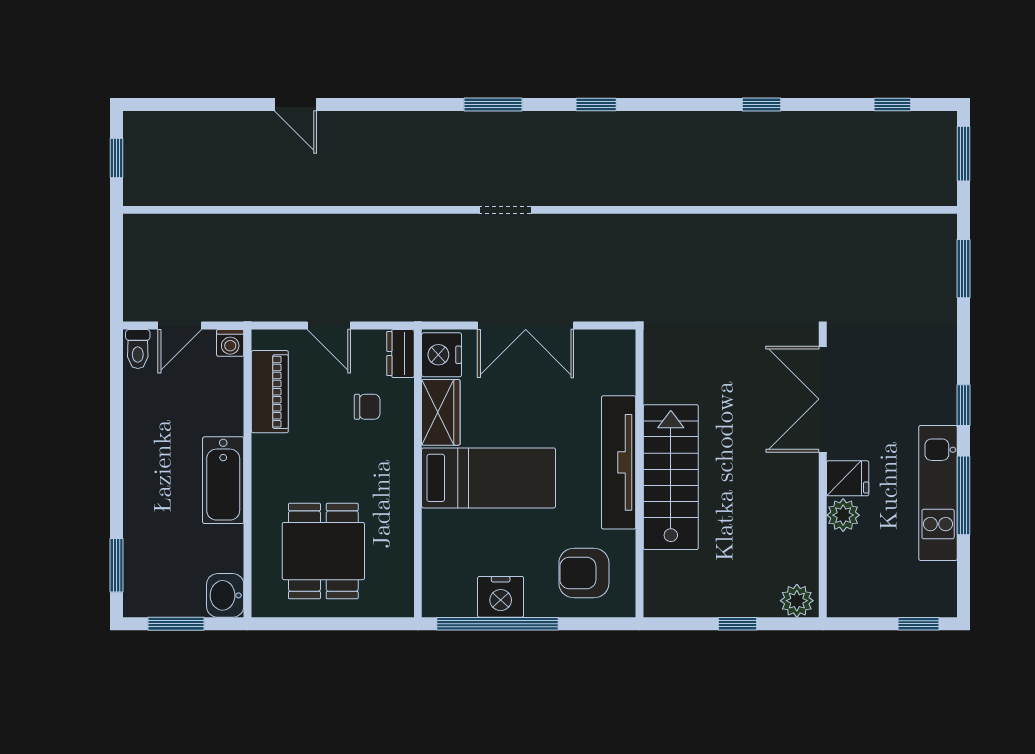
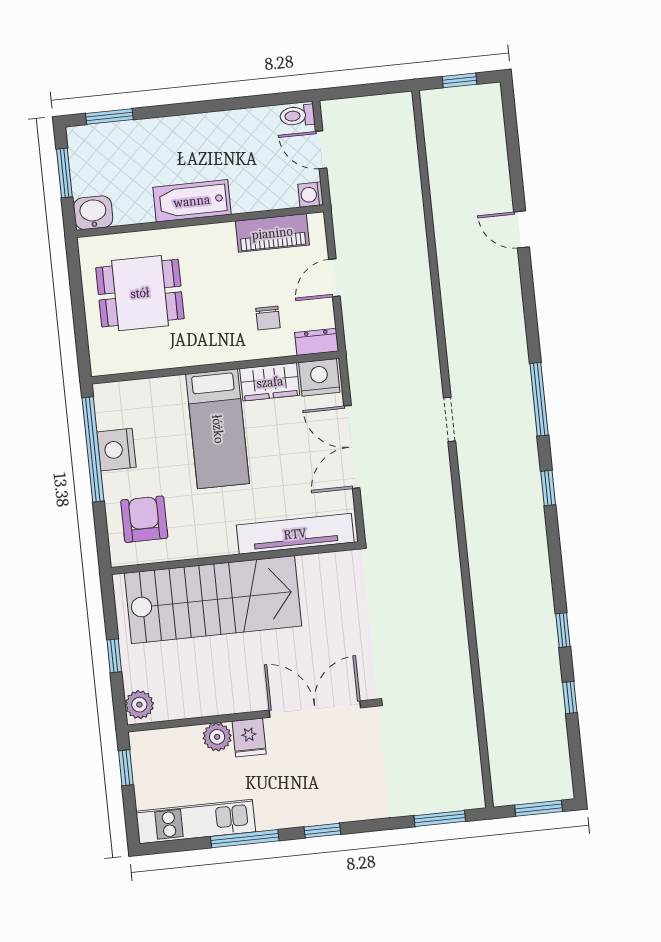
door: (295, 104) -> (521, 229), hinge flipped
window: (493, 104) -> (539, 399), width x1.44
window: (892, 104) -> (570, 697), moved
tv unit: (619, 462) -> (295, 534), moved
stairs: (671, 477) -> (213, 600), width x1.36, depth x1.51
kitchen unit: (938, 493) -> (196, 822), moved
window: (919, 624) -> (126, 768), moved

